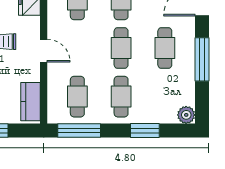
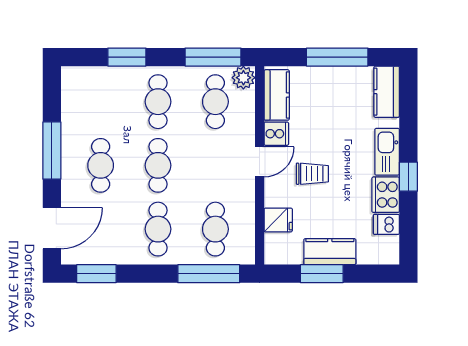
door: (44, 51) -> (260, 162), swing flipped
cooker: (31, 72) -> (276, 134), added
plant: (186, 115) -> (243, 78), moved

